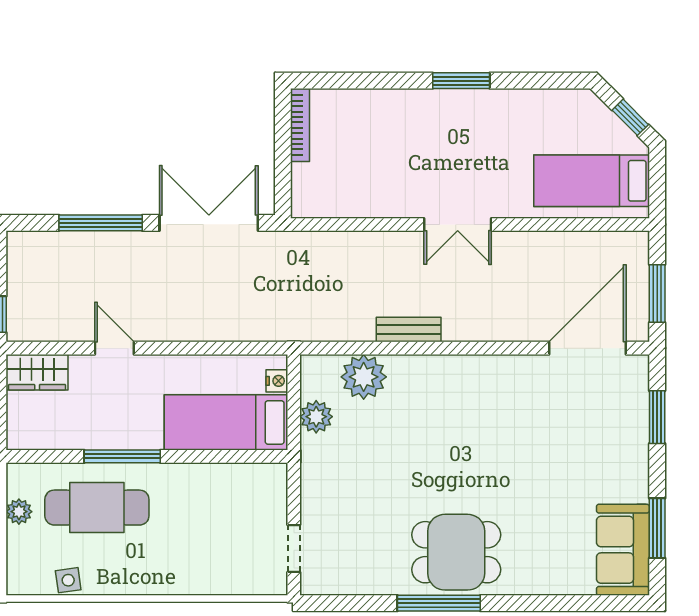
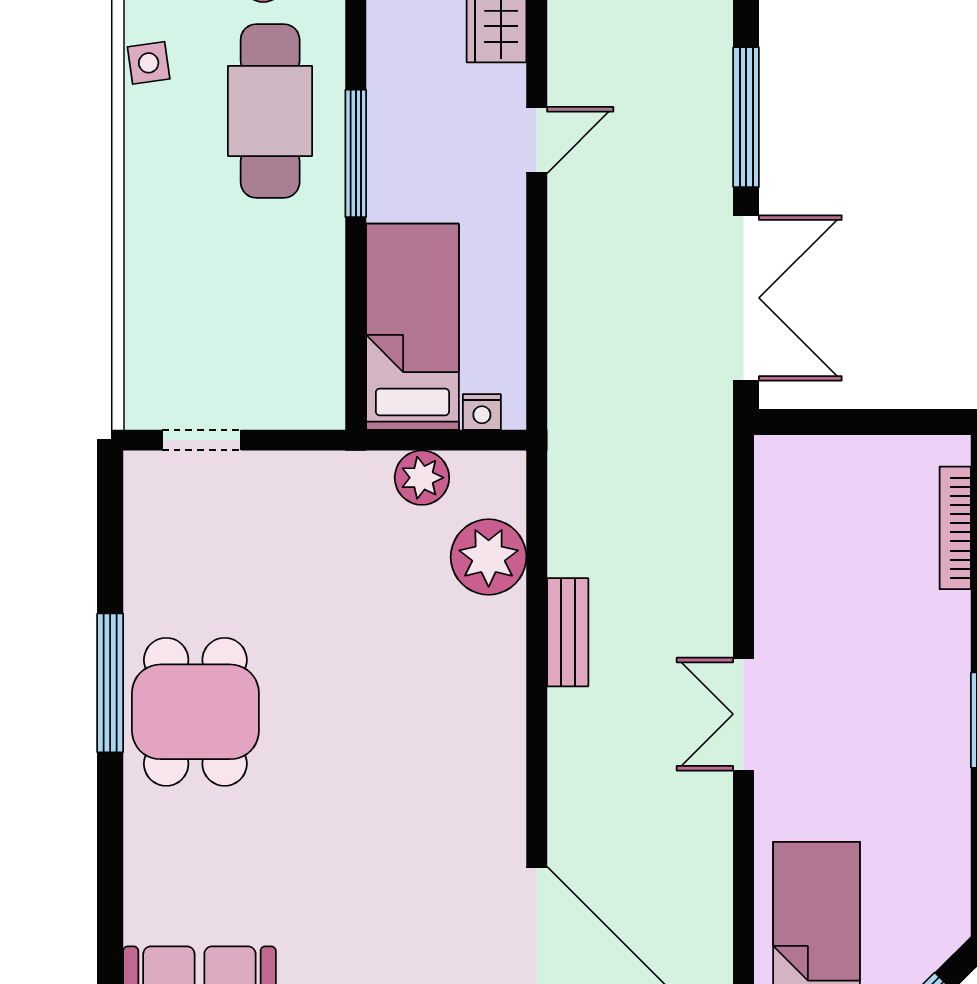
bookcase: (300, 125) -> (955, 528), moved, turned 90

